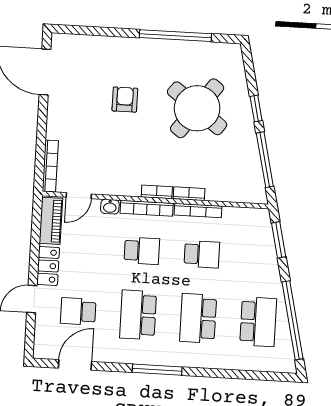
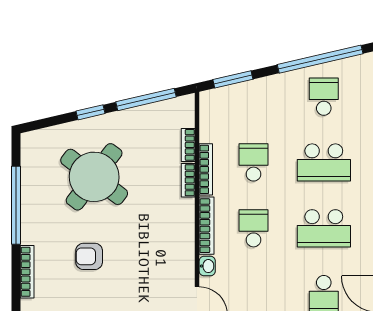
bookcase: (114, 42) -> (27, 272), added
bookcase: (157, 192) -> (188, 145), moved
school desk: (258, 322) -> (324, 97), width x0.54

